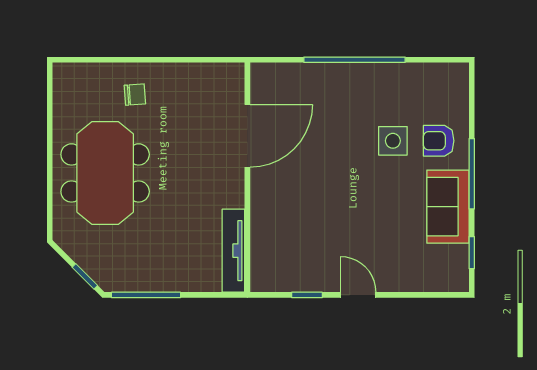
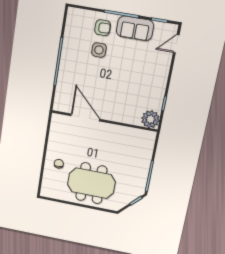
armchair: (439, 141) -> (103, 28), turned -90
tv unit: (233, 251) -> (137, 133), removed
plant: (269, 273) -> (150, 119), added
door: (358, 295) -> (176, 44), moved

